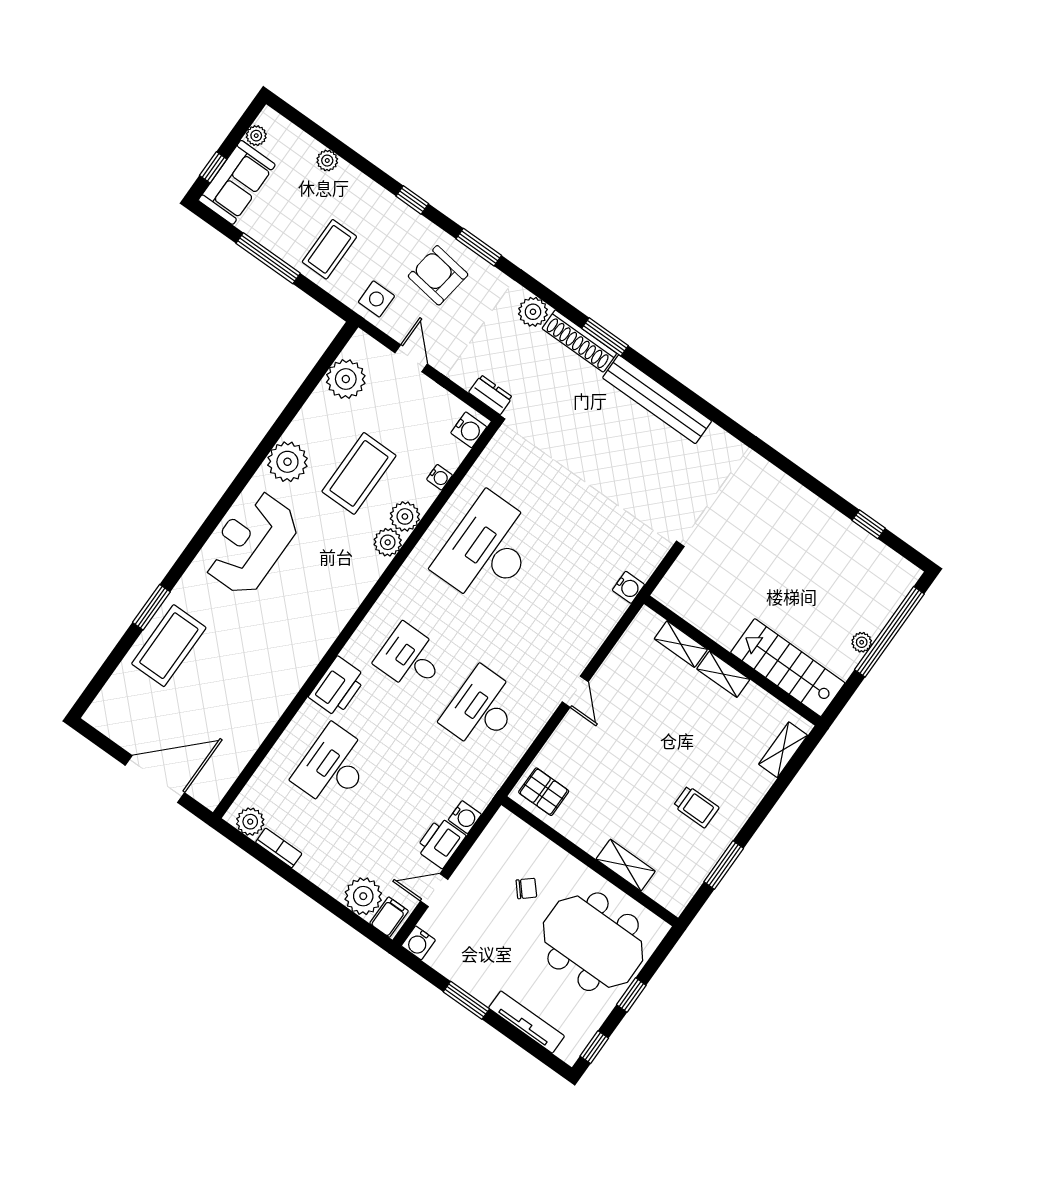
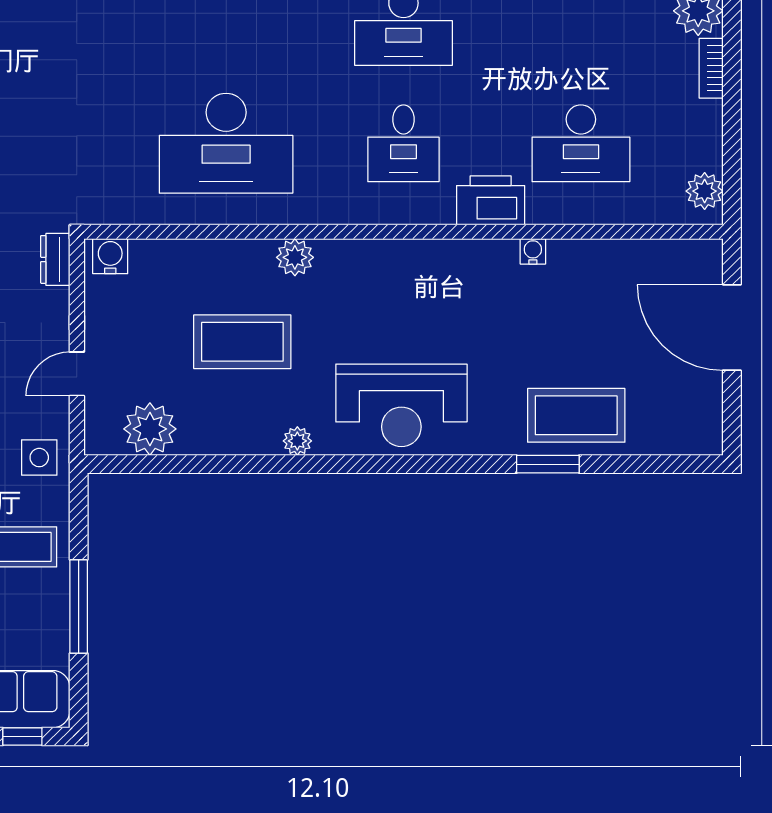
plant: (287, 462) -> (297, 441), width x0.53, depth x0.53
water cooler: (439, 477) -> (533, 251), moved
plant: (405, 516) -> (254, 259), removed
bookcase: (279, 848) -> (711, 68), moved

